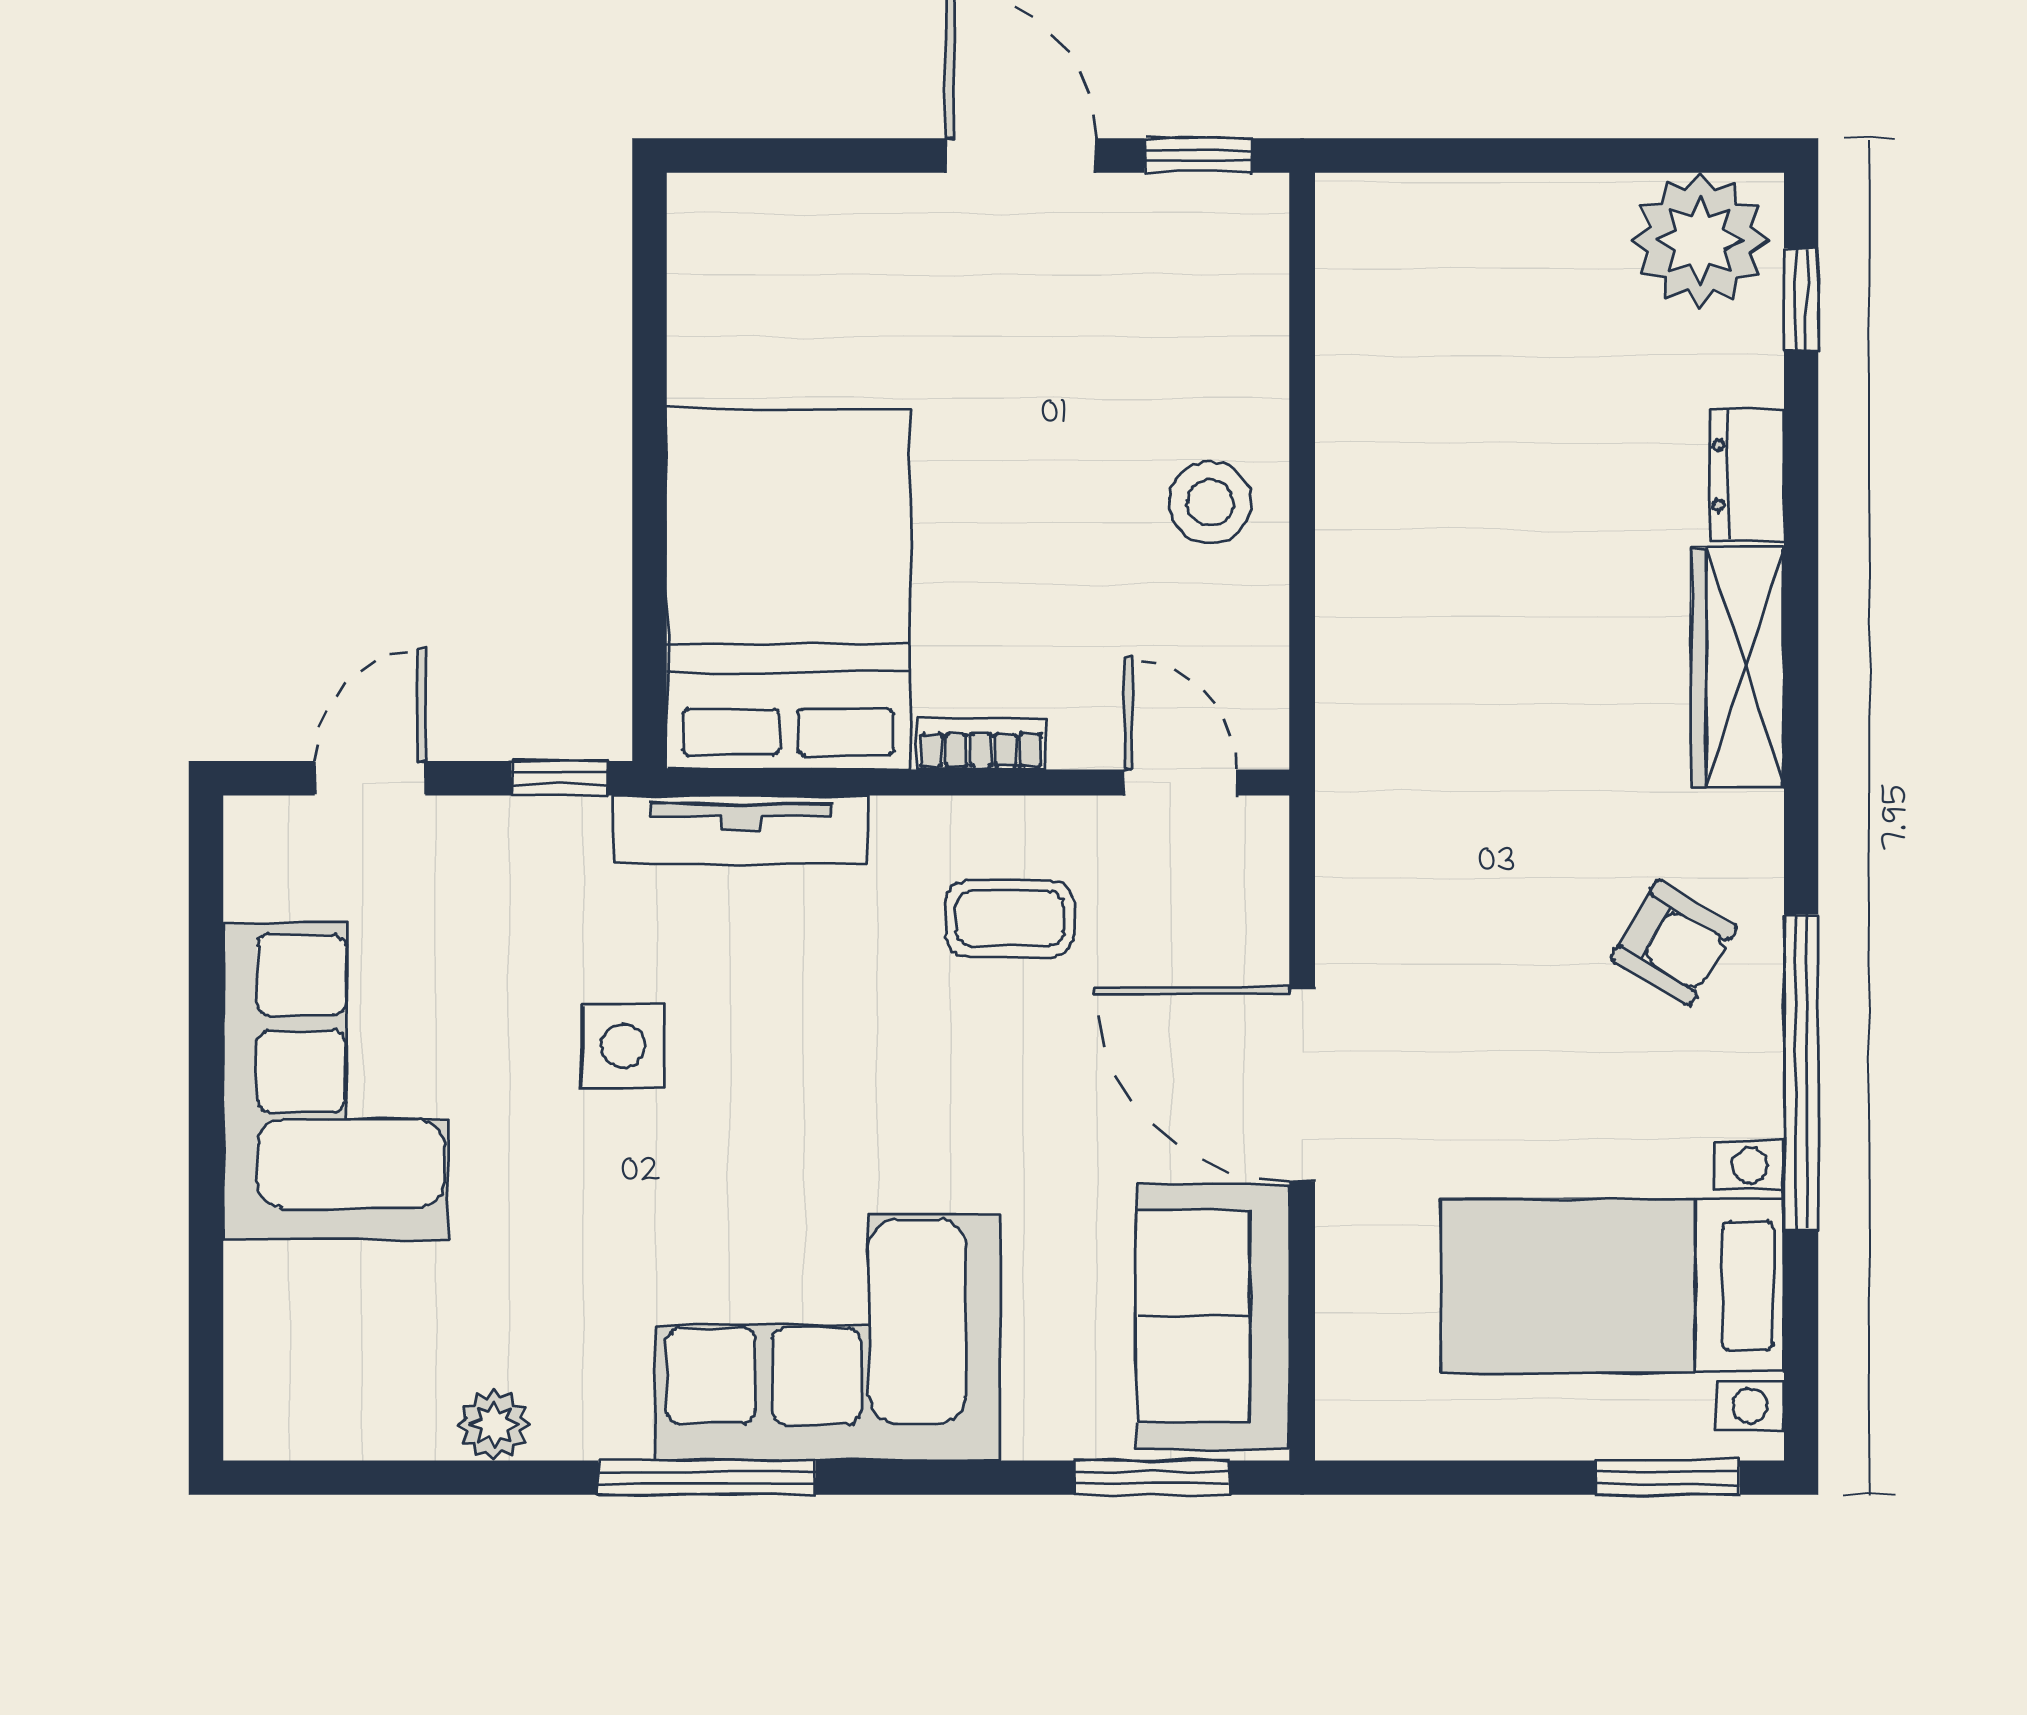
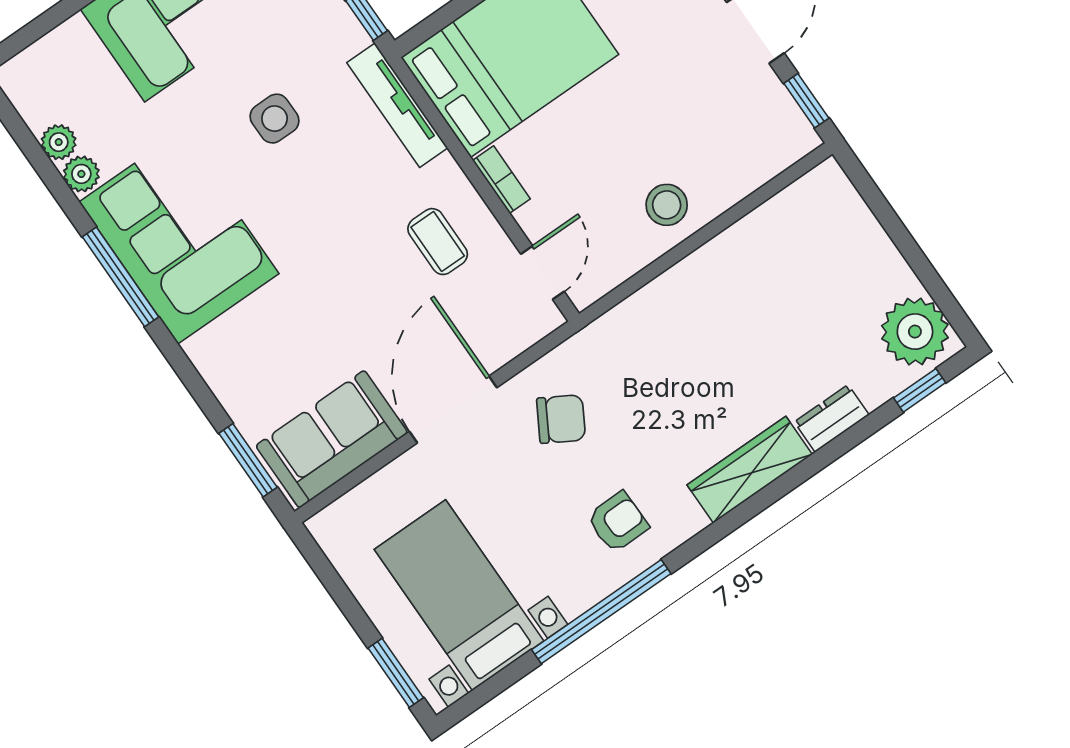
chair: (1440, 919) -> (561, 419), added
armchair: (1673, 943) -> (618, 522), turned -122
corner sofa: (828, 1337) -> (179, 238), moved
plant: (416, 1426) -> (59, 142), added

